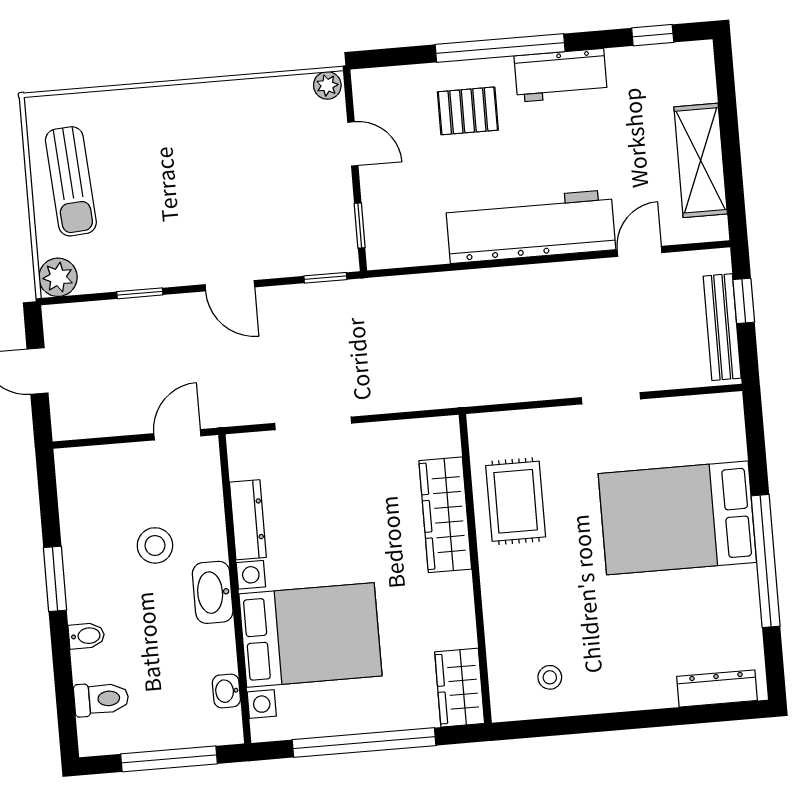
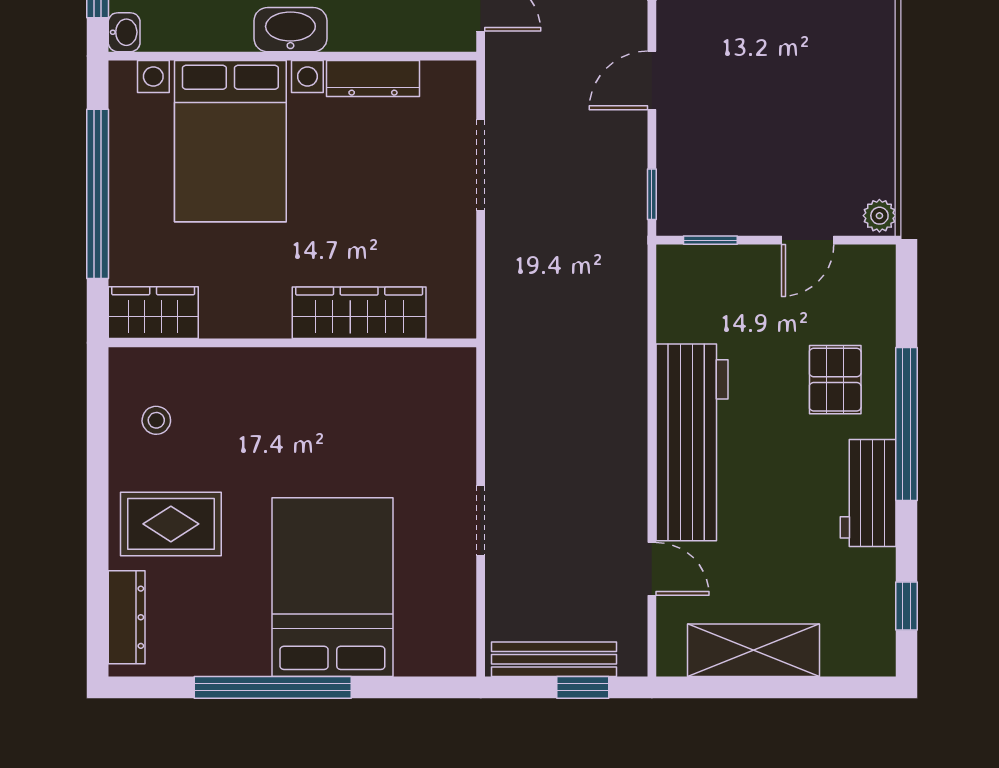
rug: (516, 501) -> (171, 524), moved
washbasin: (226, 691) -> (124, 32), moved, turned 90

